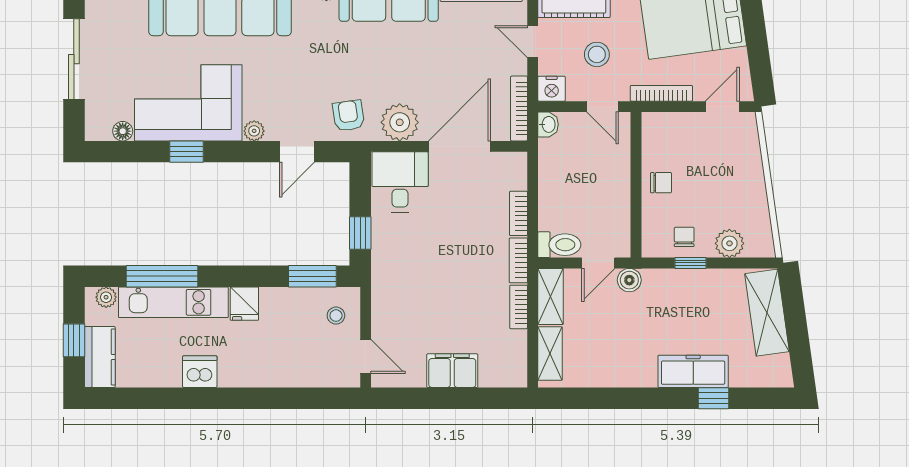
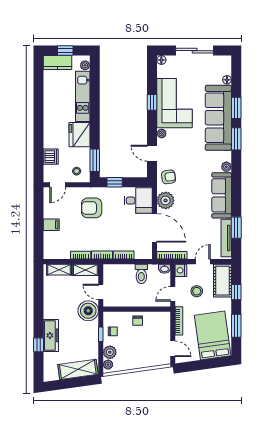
floor lamp: (123, 131) -> (161, 60), moved
toilet: (559, 245) -> (141, 274), moved
plant: (756, 247) -> (108, 365), added
window: (162, 276) -> (95, 91), removed
boiler: (629, 280) -> (88, 311), width x1.86, depth x1.86
armchair: (416, 283) -> (92, 208), added
fridge: (244, 304) -> (79, 135), width x1.88, depth x1.34
filing cabinet: (452, 371) -> (51, 225), width x0.50
dishwasher: (200, 372) -> (51, 157), moved

